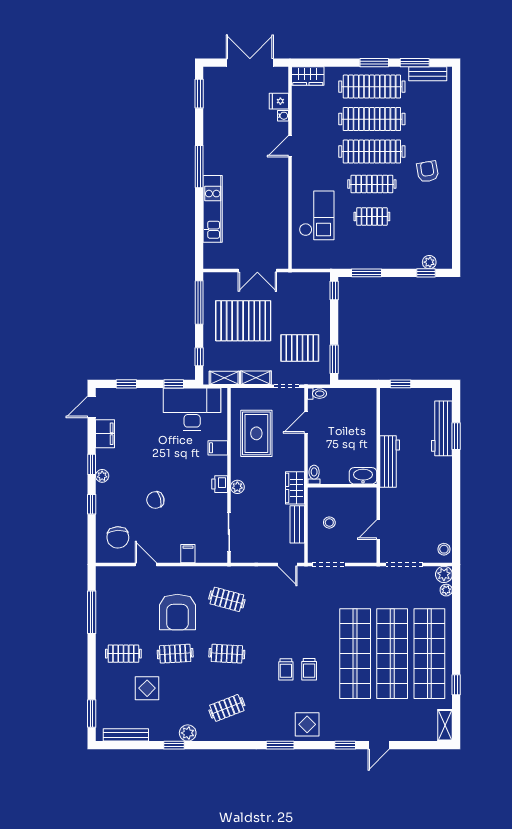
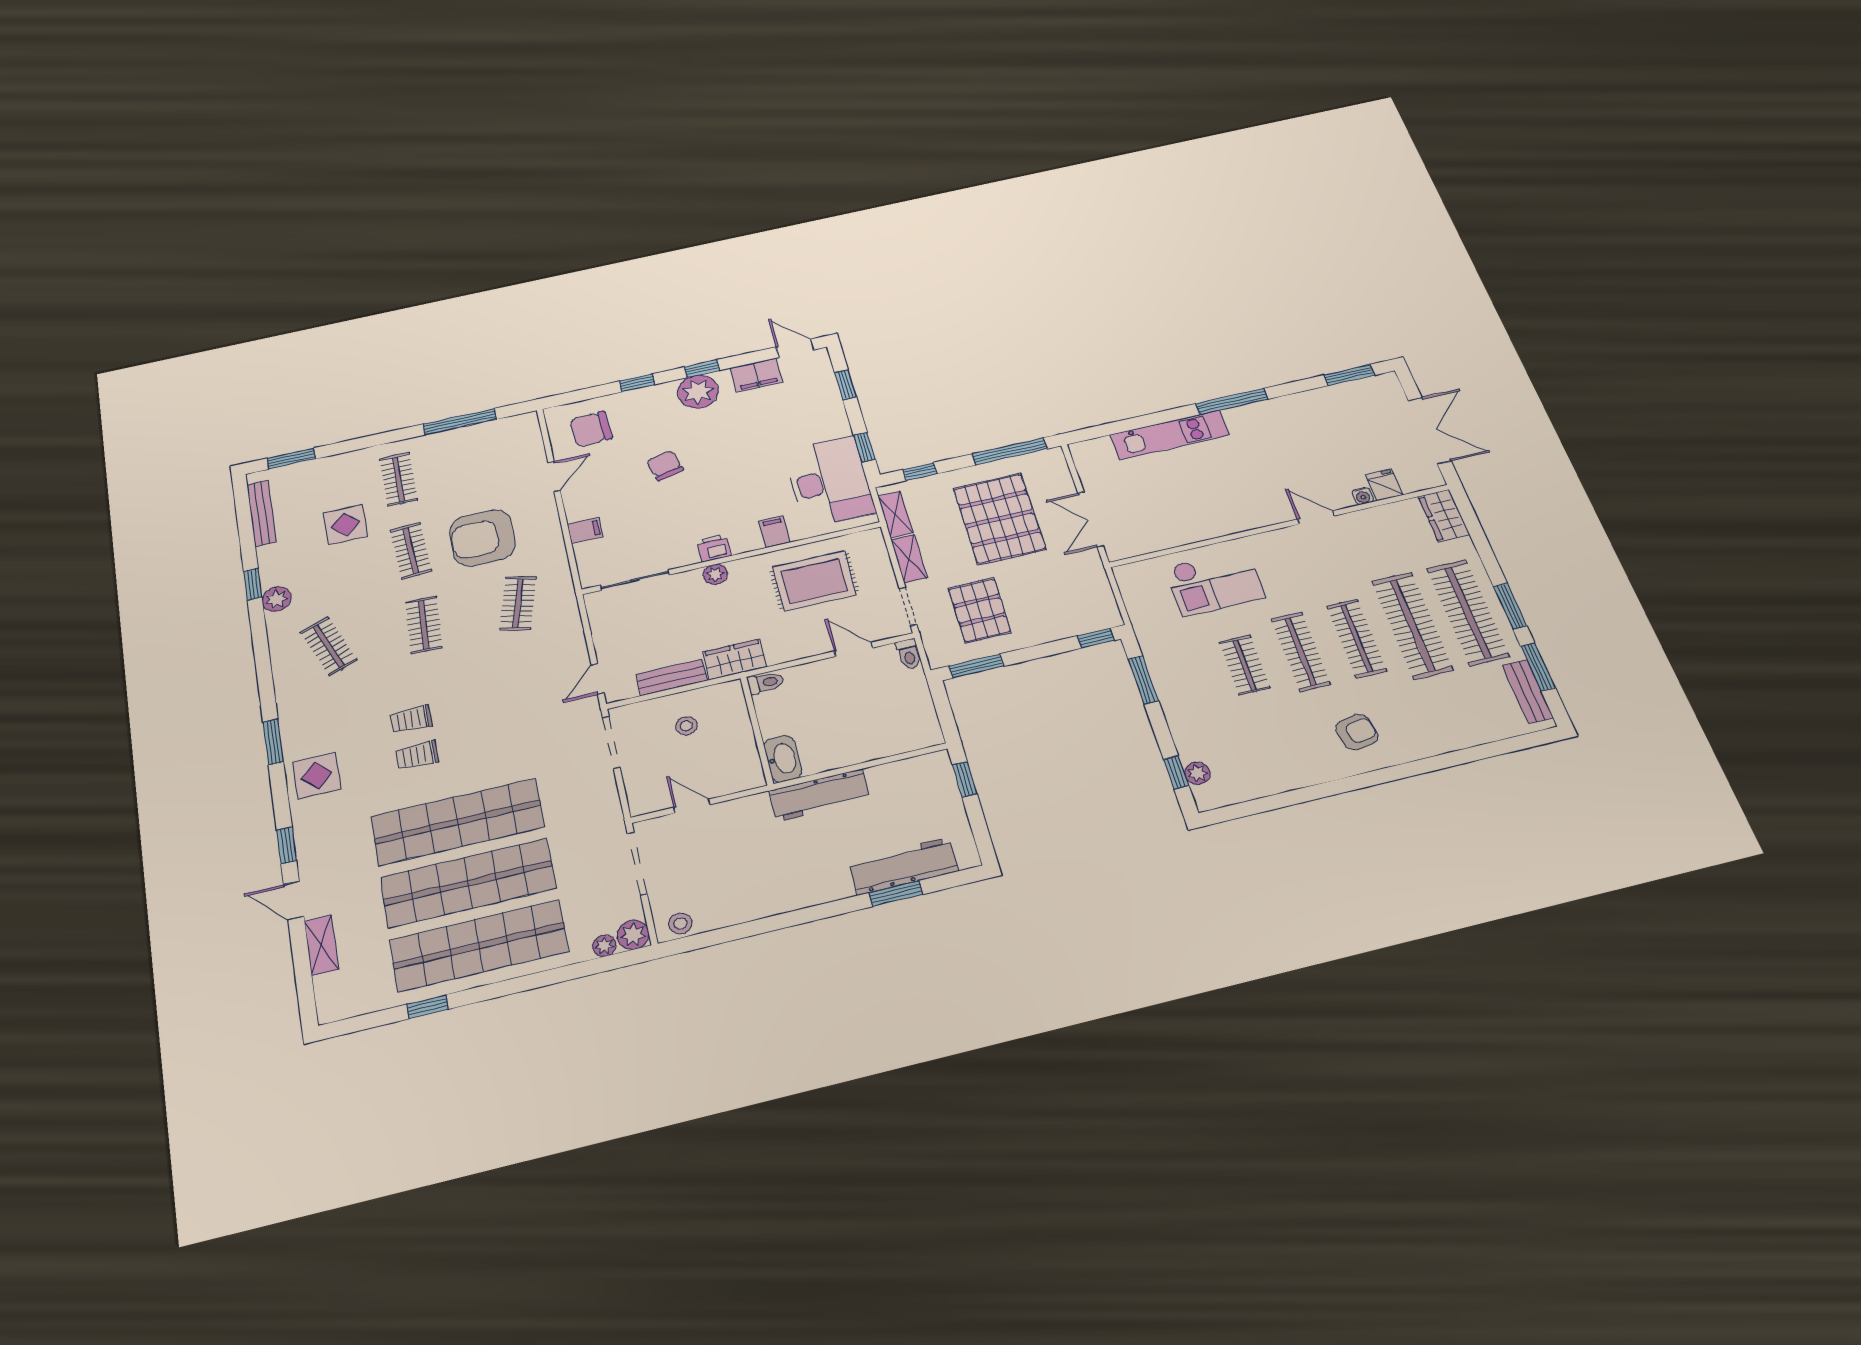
clothes rail: (372, 152) -> (1357, 638), width x0.73, depth x0.76
plant: (102, 476) -> (698, 392), width x1.87, depth x1.87
shelving: (445, 725) -> (321, 945), moved, turned 90

